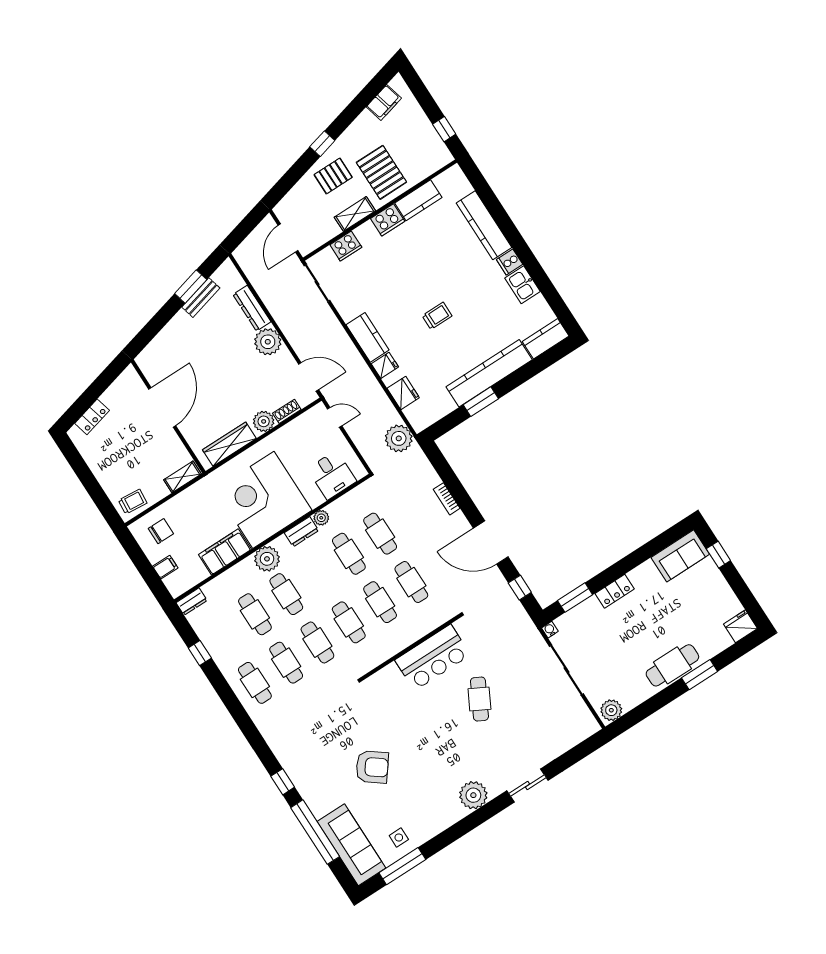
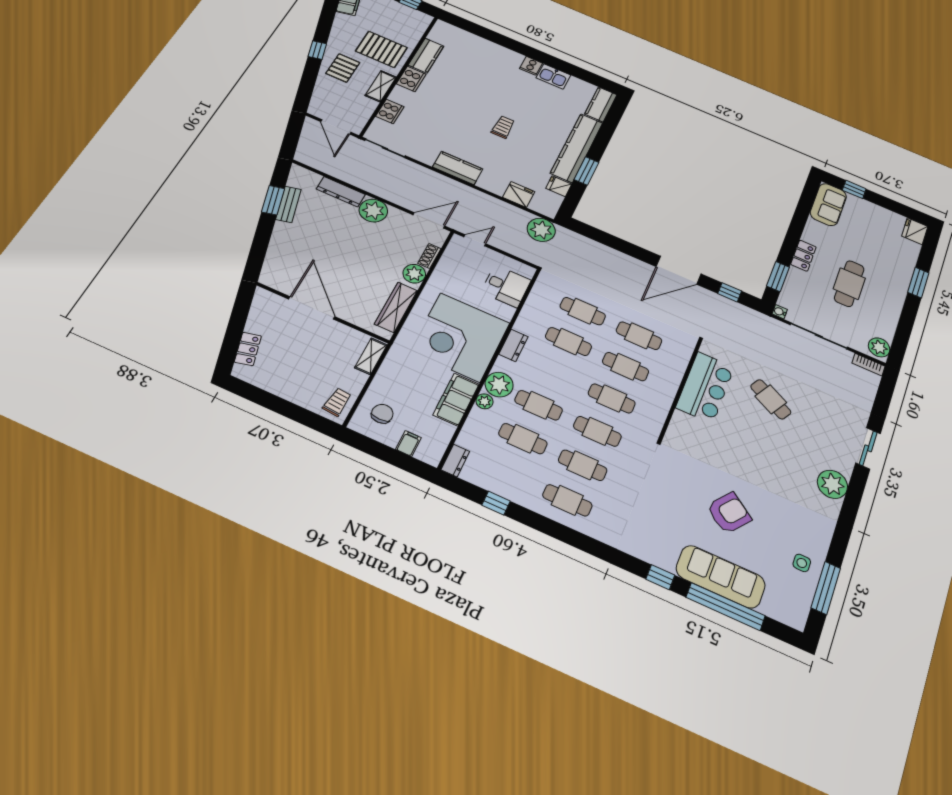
kitchen counter: (484, 225) -> (492, 50), removed
fridge: (385, 365) -> (559, 186), moved, turned -90
bookcase: (447, 499) -> (868, 365), moved
plant: (321, 518) -> (485, 401), moved
cafe table: (672, 665) -> (849, 284), moved
sofa: (351, 845) -> (721, 577), moved

